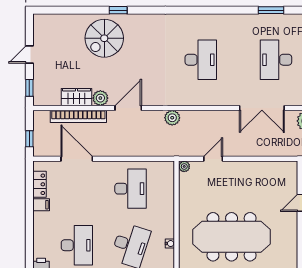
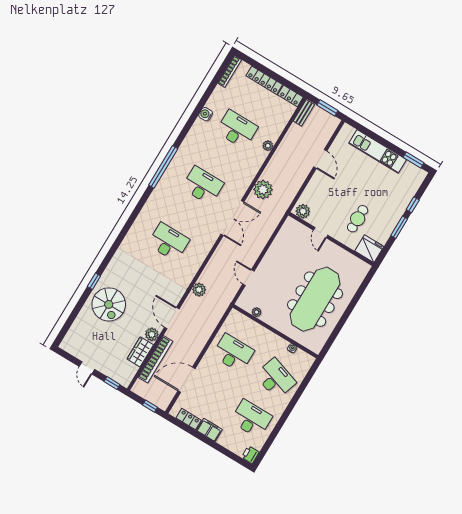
window: (271, 10) -> (163, 167), width x2.11
desk: (276, 60) -> (203, 186), turned 180
plant: (184, 166) -> (257, 312), moved
filing cabinet: (41, 205) -> (209, 430), width x2.00

